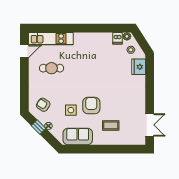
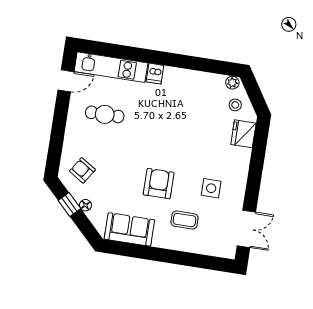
dishwasher: (117, 38) -> (155, 74), moved
side table: (71, 110) -> (211, 188), moved

